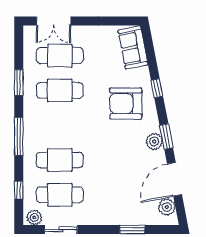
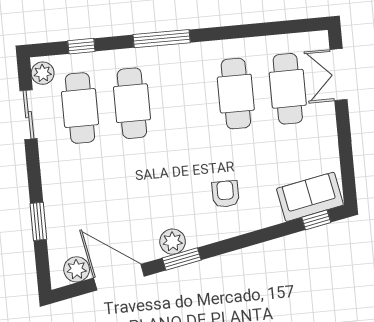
window: (19, 82) -> (242, 31), removed
window: (157, 88) -> (316, 220), moved
armchair: (126, 103) -> (225, 194), width x0.53, depth x0.53

